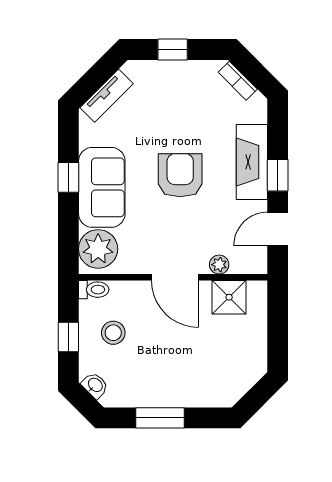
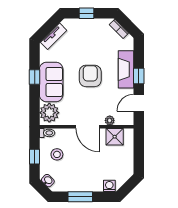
washing machine: (218, 396) -> (109, 186), added

